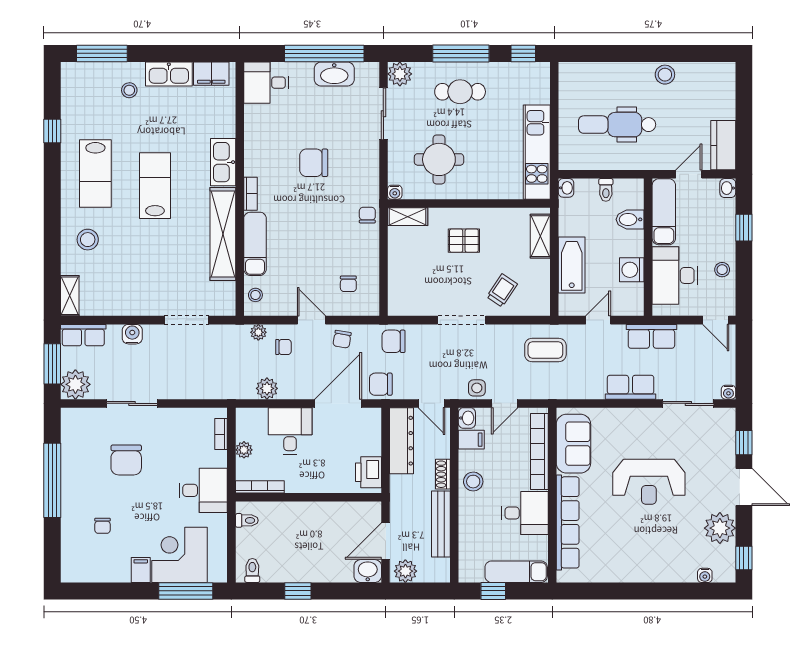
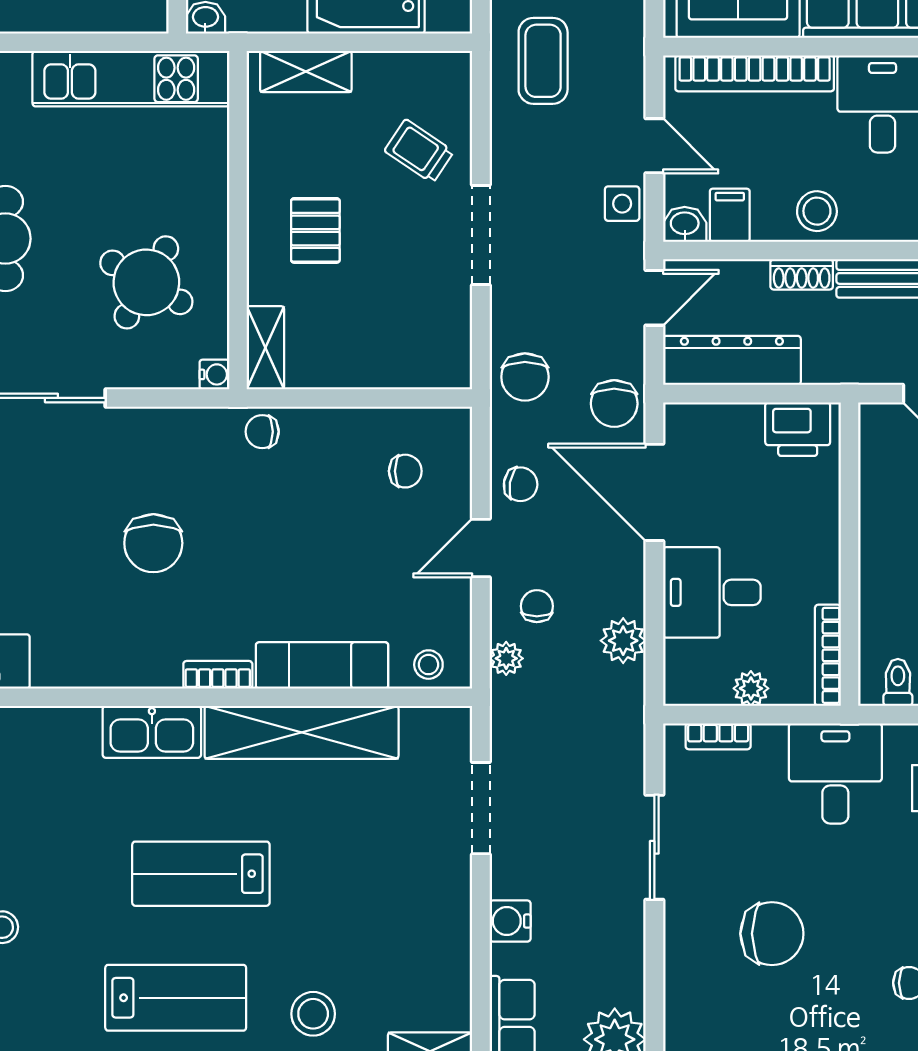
round table: (439, 159) -> (146, 282), turned 30
sliding door: (132, 403) -> (654, 847), moved

